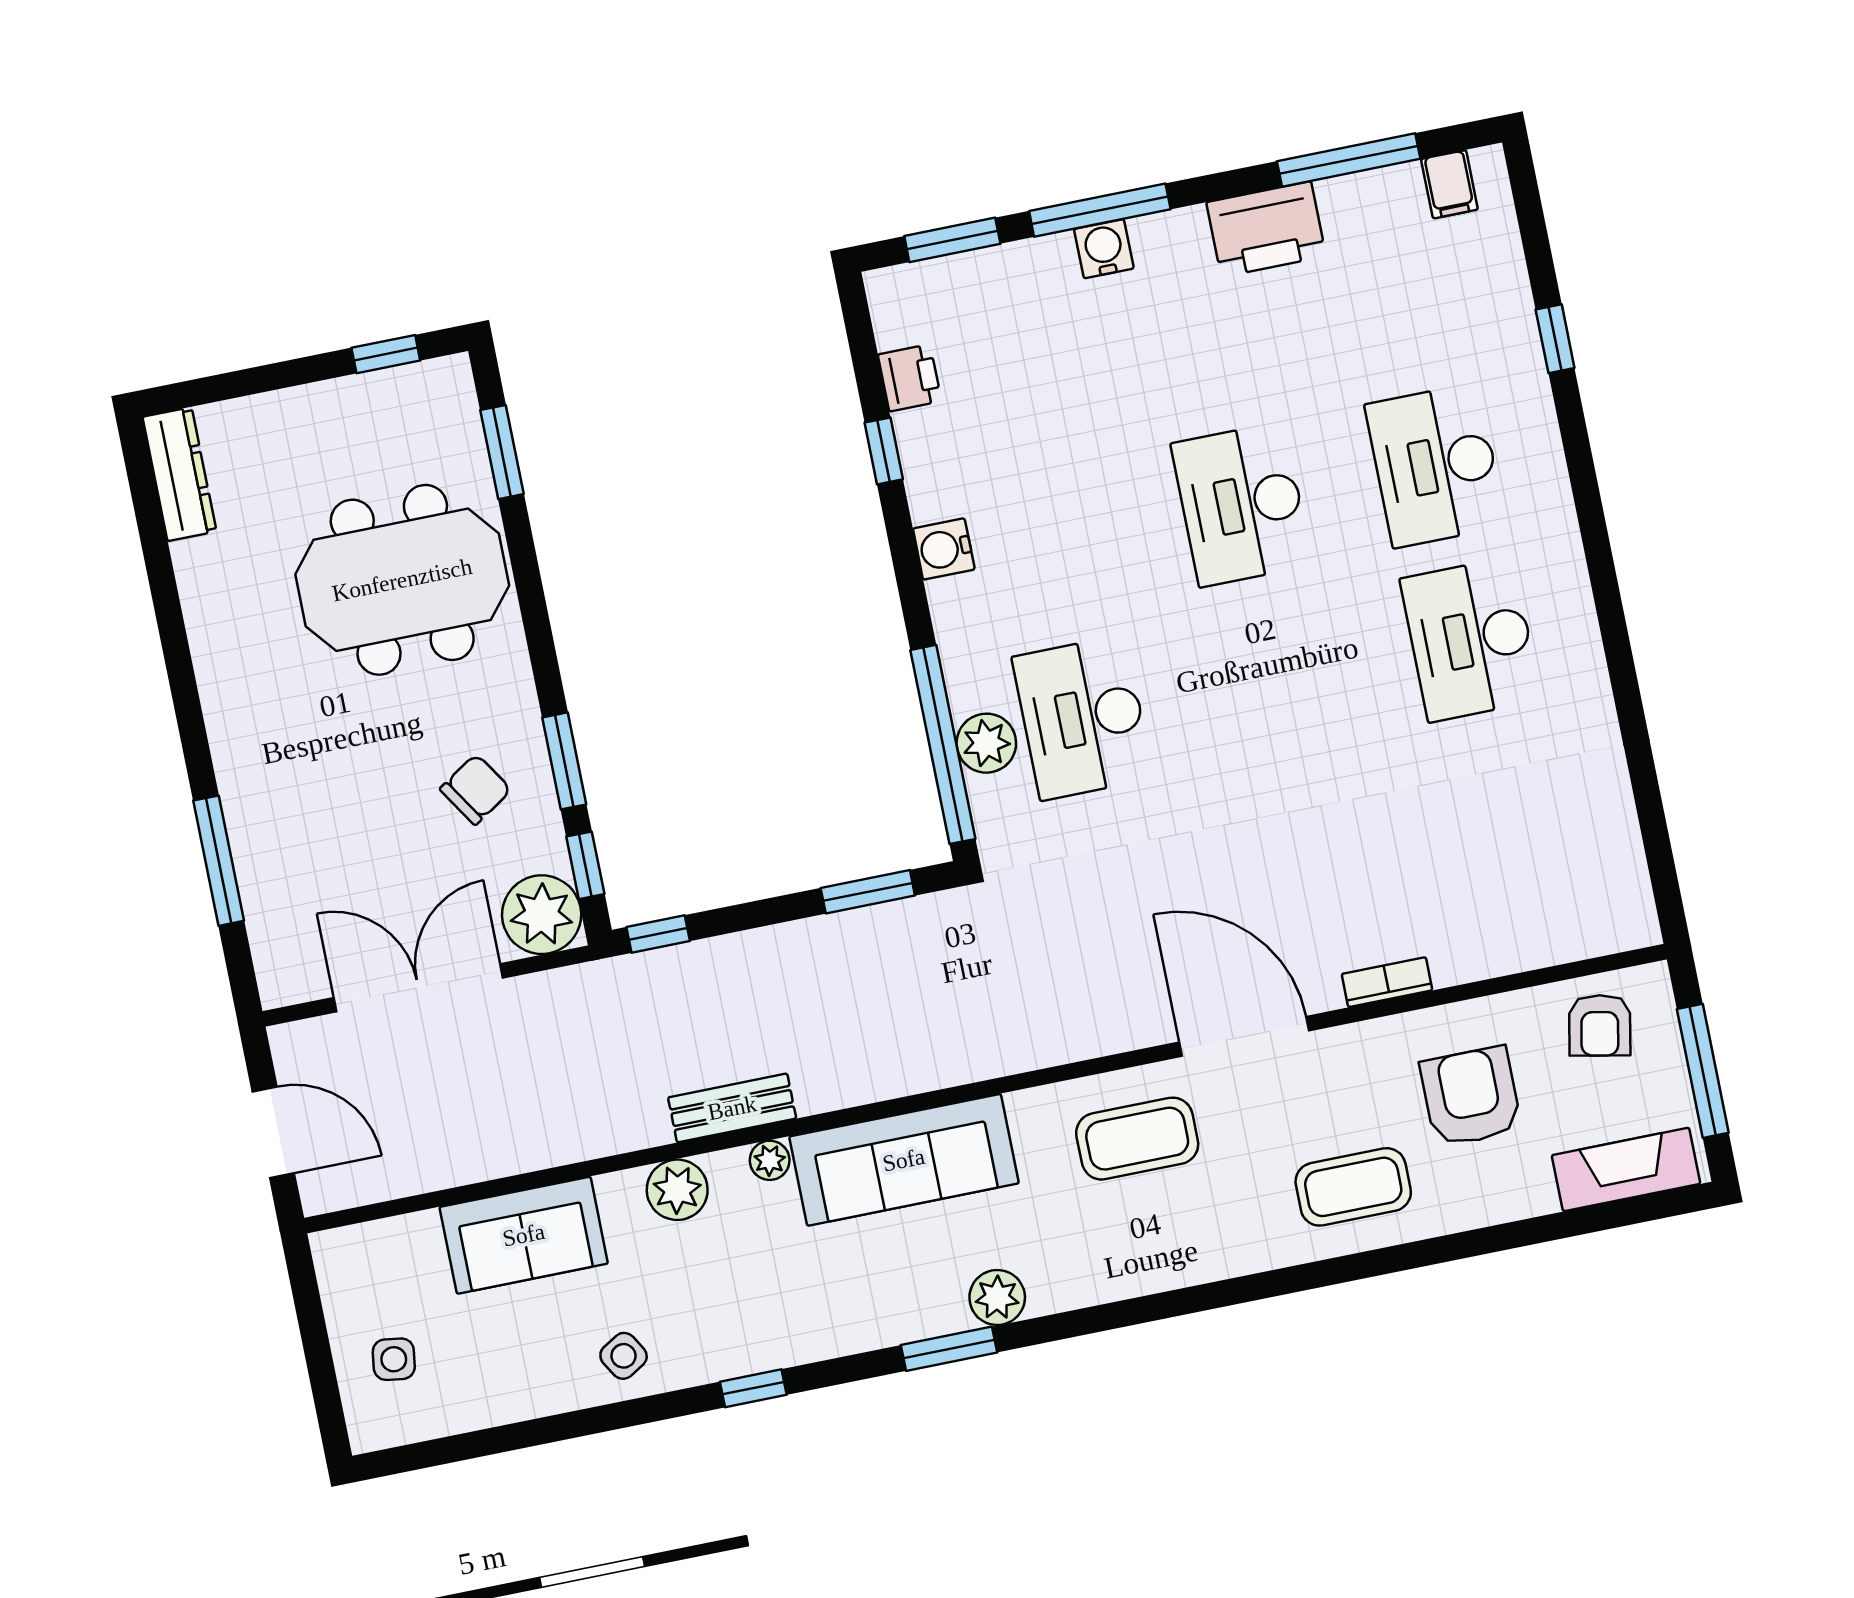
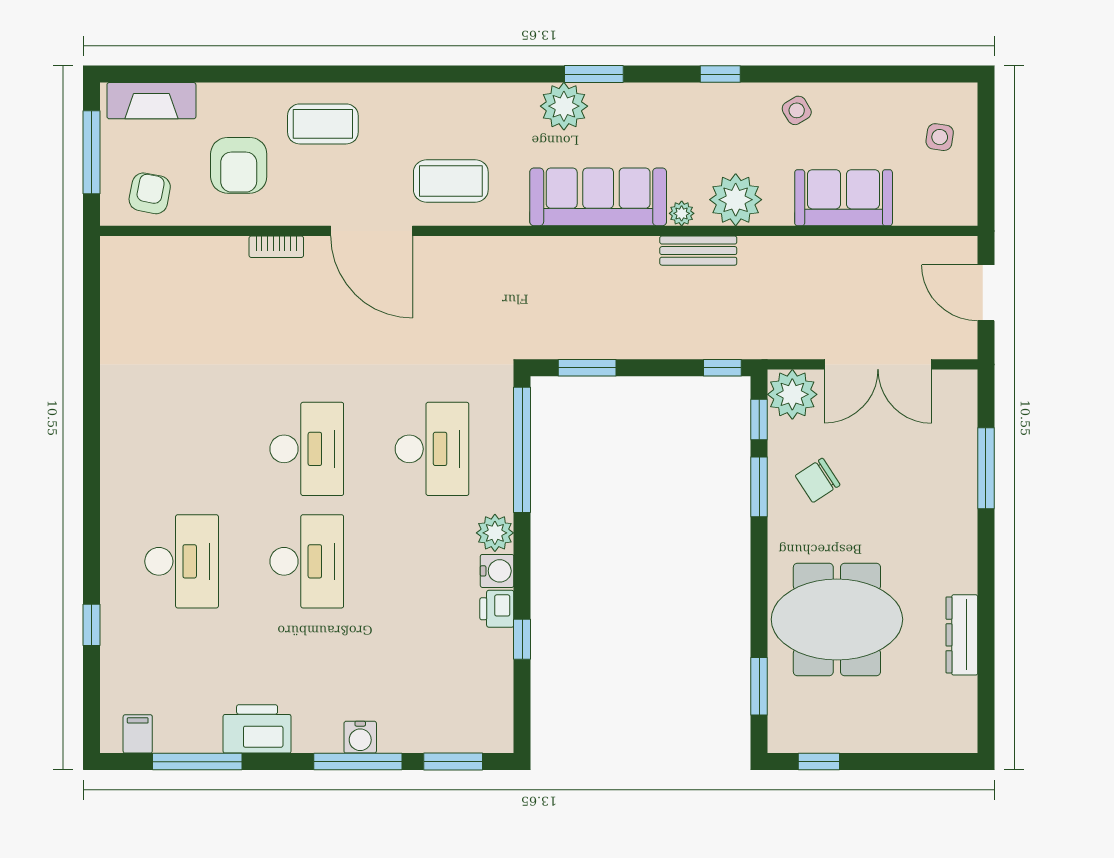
printer: (910, 378) -> (497, 609), moved
dresser: (179, 474) -> (962, 635), moved
desk: (1471, 639) -> (307, 449), moved
plant: (986, 743) -> (495, 533), moved
plant: (677, 1190) -> (736, 200), width x1.36, depth x1.36
plant: (997, 1297) -> (564, 106), width x1.36, depth x1.36

